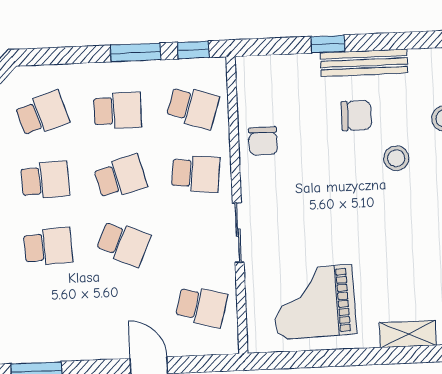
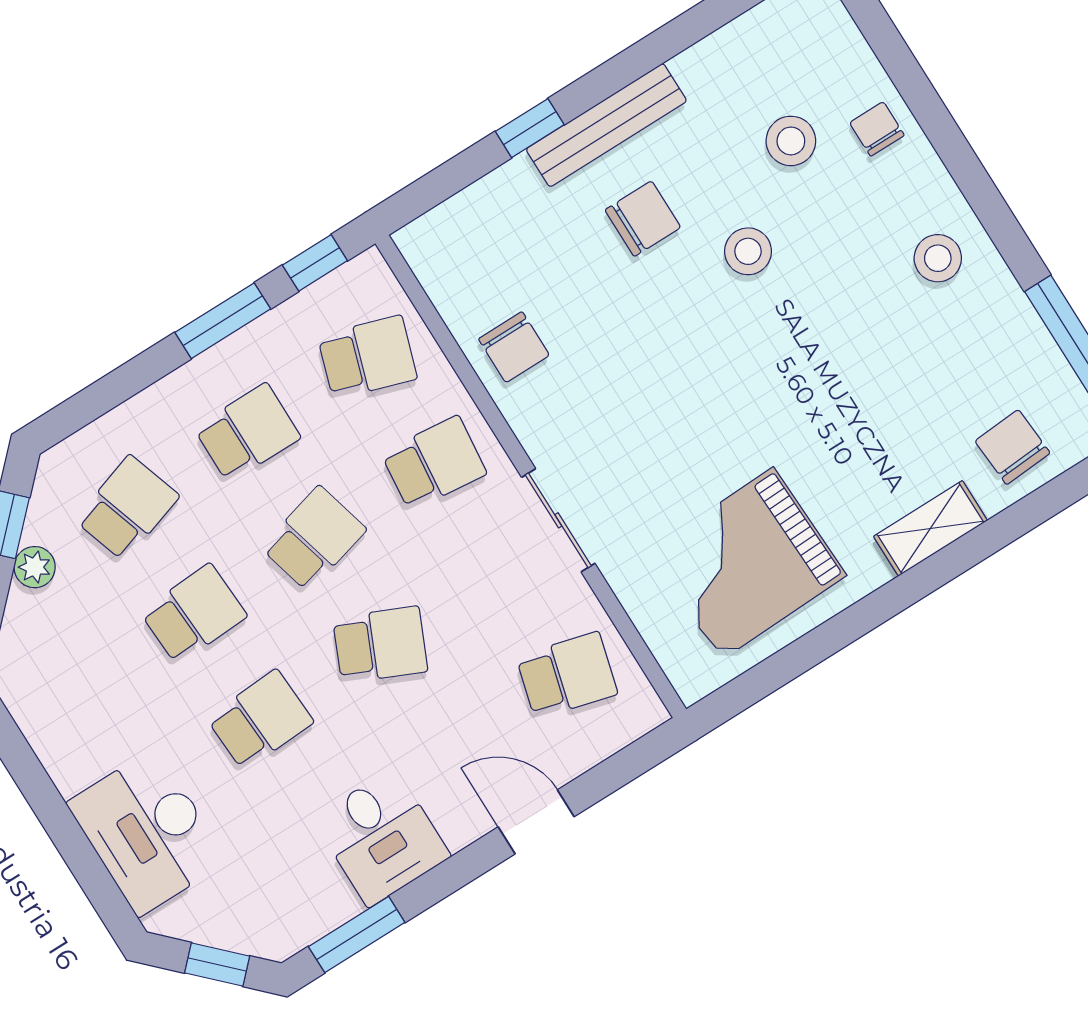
desk: (73, 333) -> (382, 837), added

